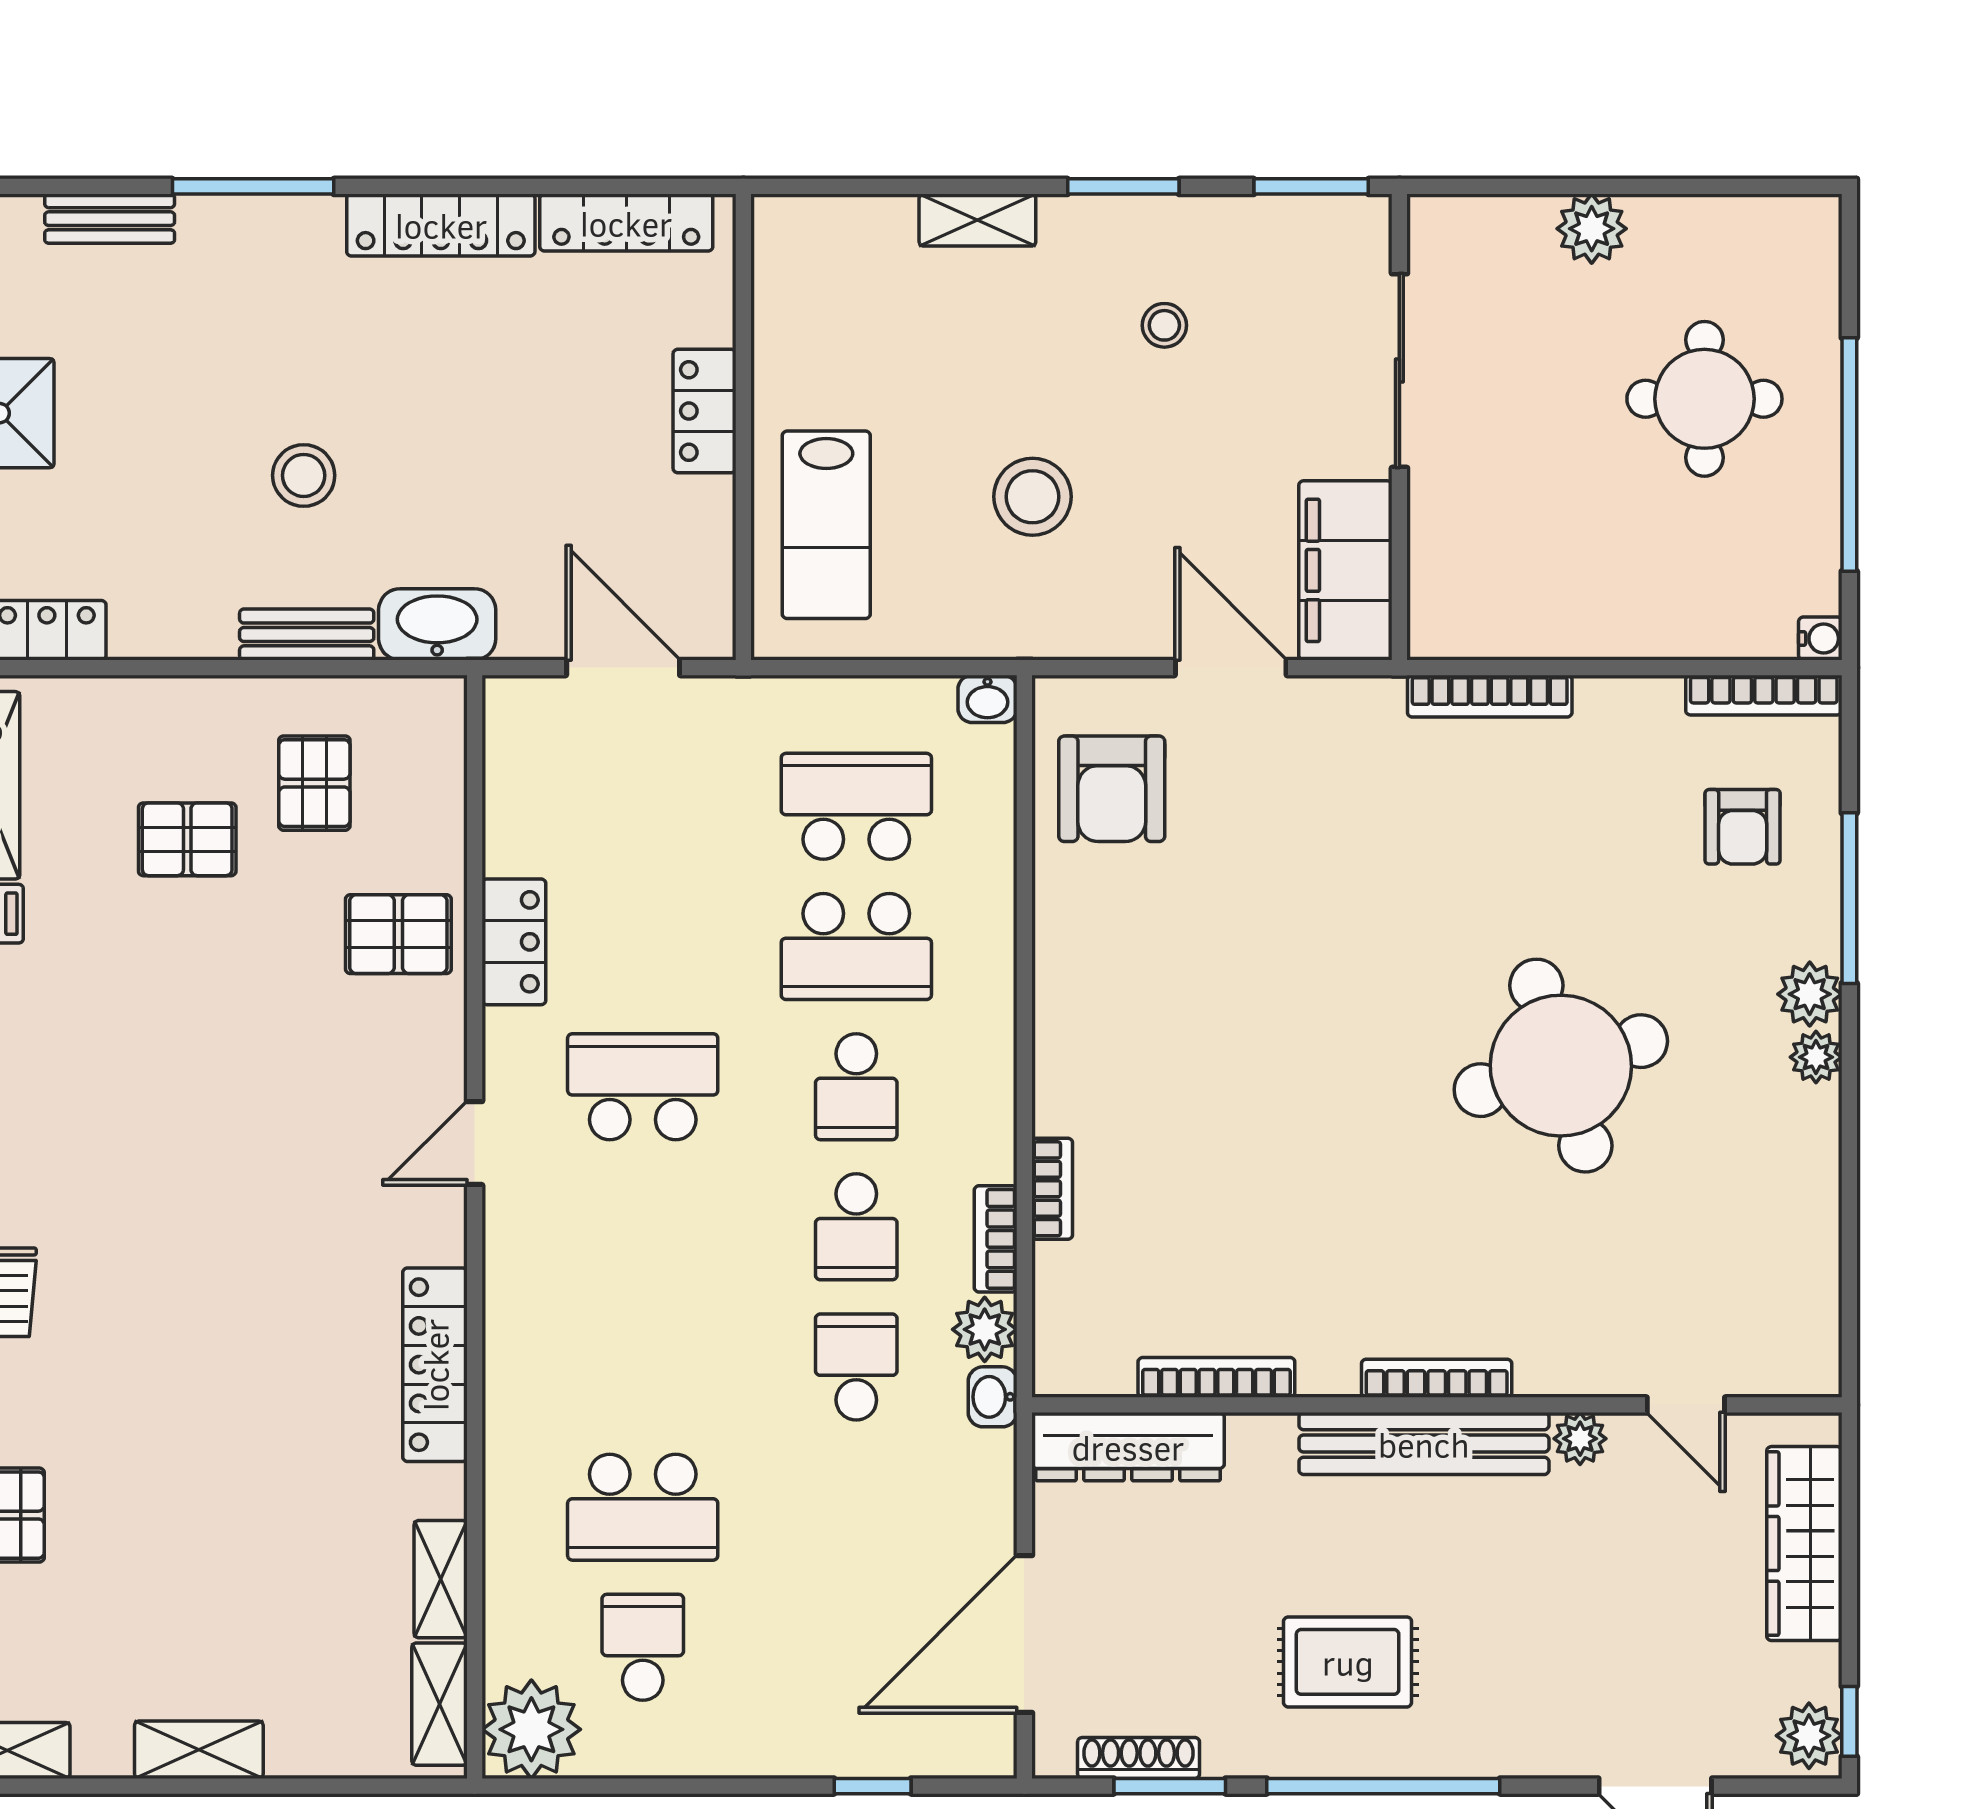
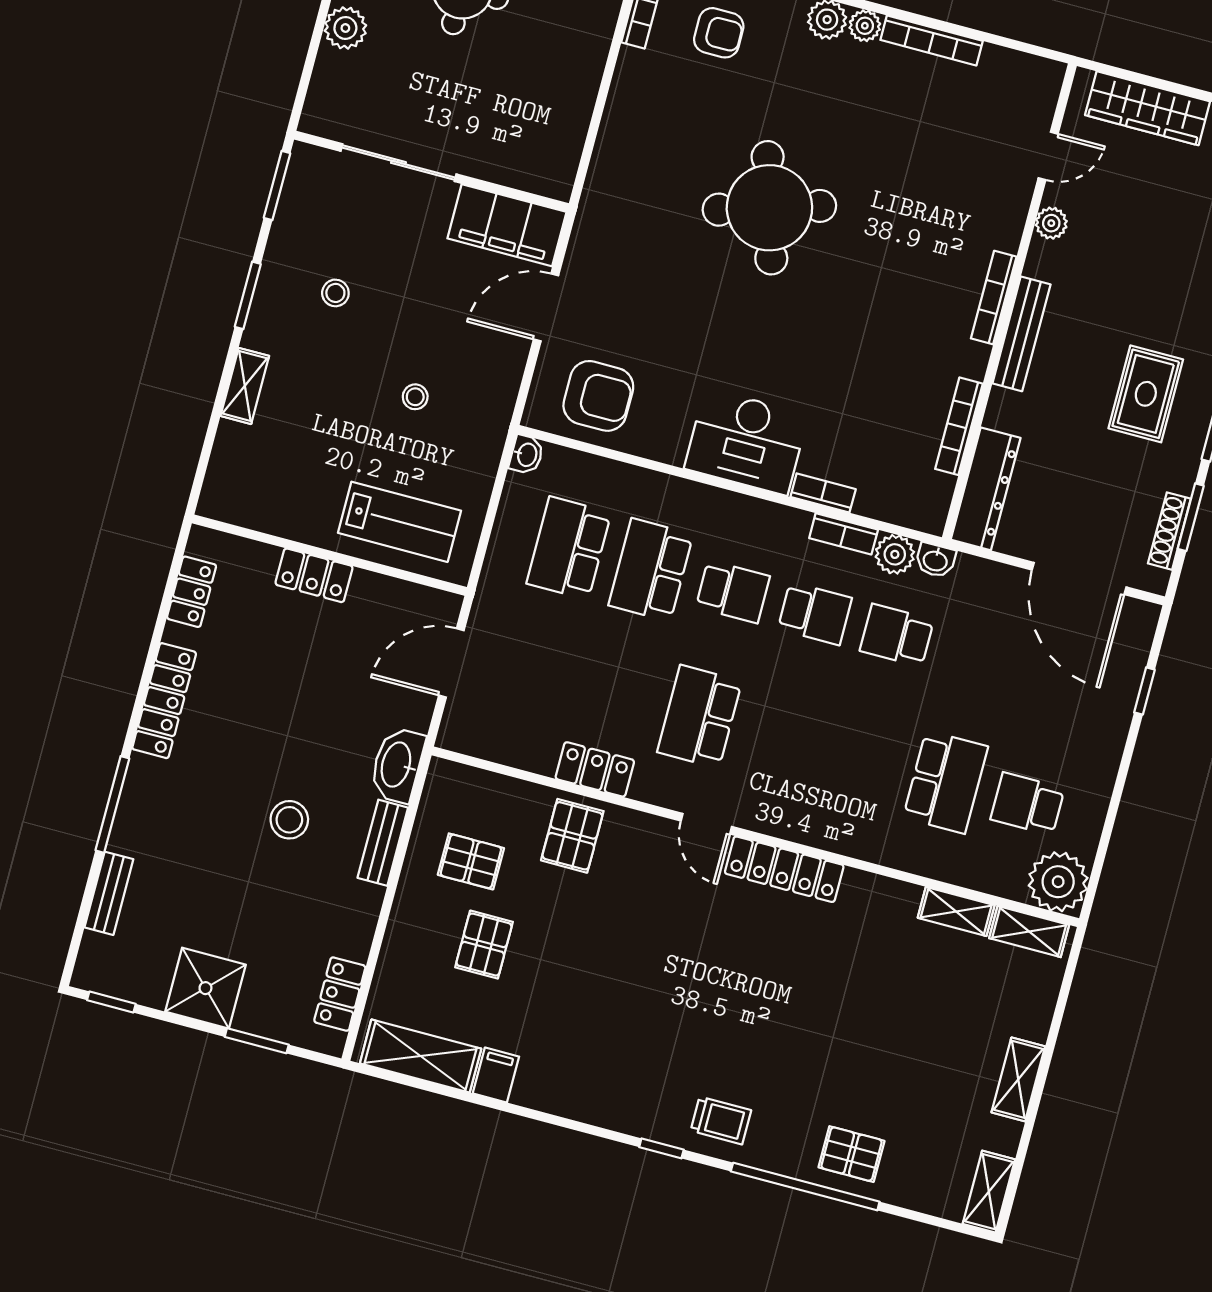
locker: (626, 223) -> (192, 592), width x0.66
stool: (1032, 497) -> (415, 397), width x0.53, depth x0.53
bookcase: (1490, 696) -> (932, 40), moved, turned 90
school desk: (856, 947) -> (651, 570), turned 180
desk: (1102, 1044) -> (746, 442), added
round table: (1561, 1066) -> (769, 208), moved
locker: (435, 1365) -> (784, 869), moved
bench: (1424, 1444) -> (1021, 334), width x0.73, depth x0.82

